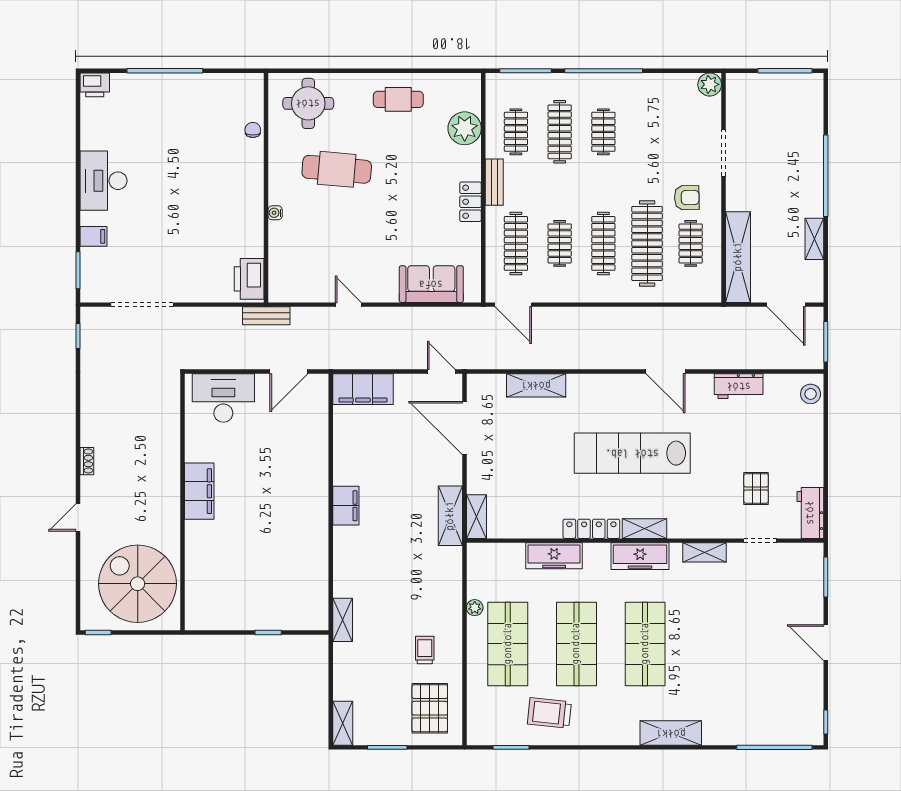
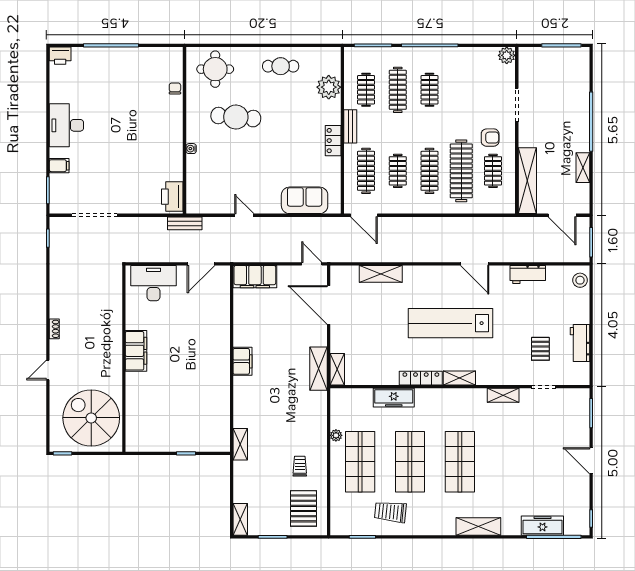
workbench: (810, 513) -> (580, 343), moved
freezer: (640, 556) -> (542, 526), moved, turned 180

